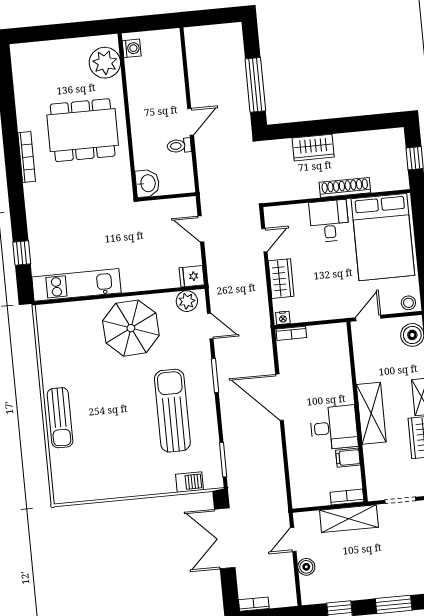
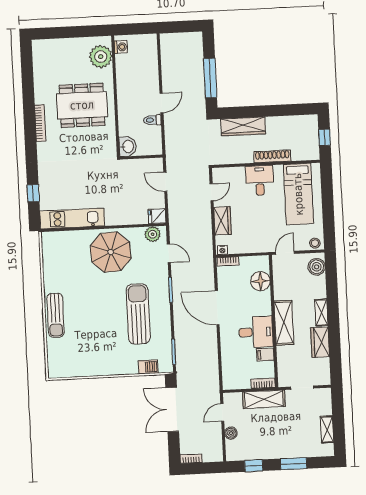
wardrobe: (313, 148) -> (243, 126), width x1.50
bed: (383, 237) -> (298, 194), width x0.67
floor lamp: (337, 358) -> (260, 281), added

